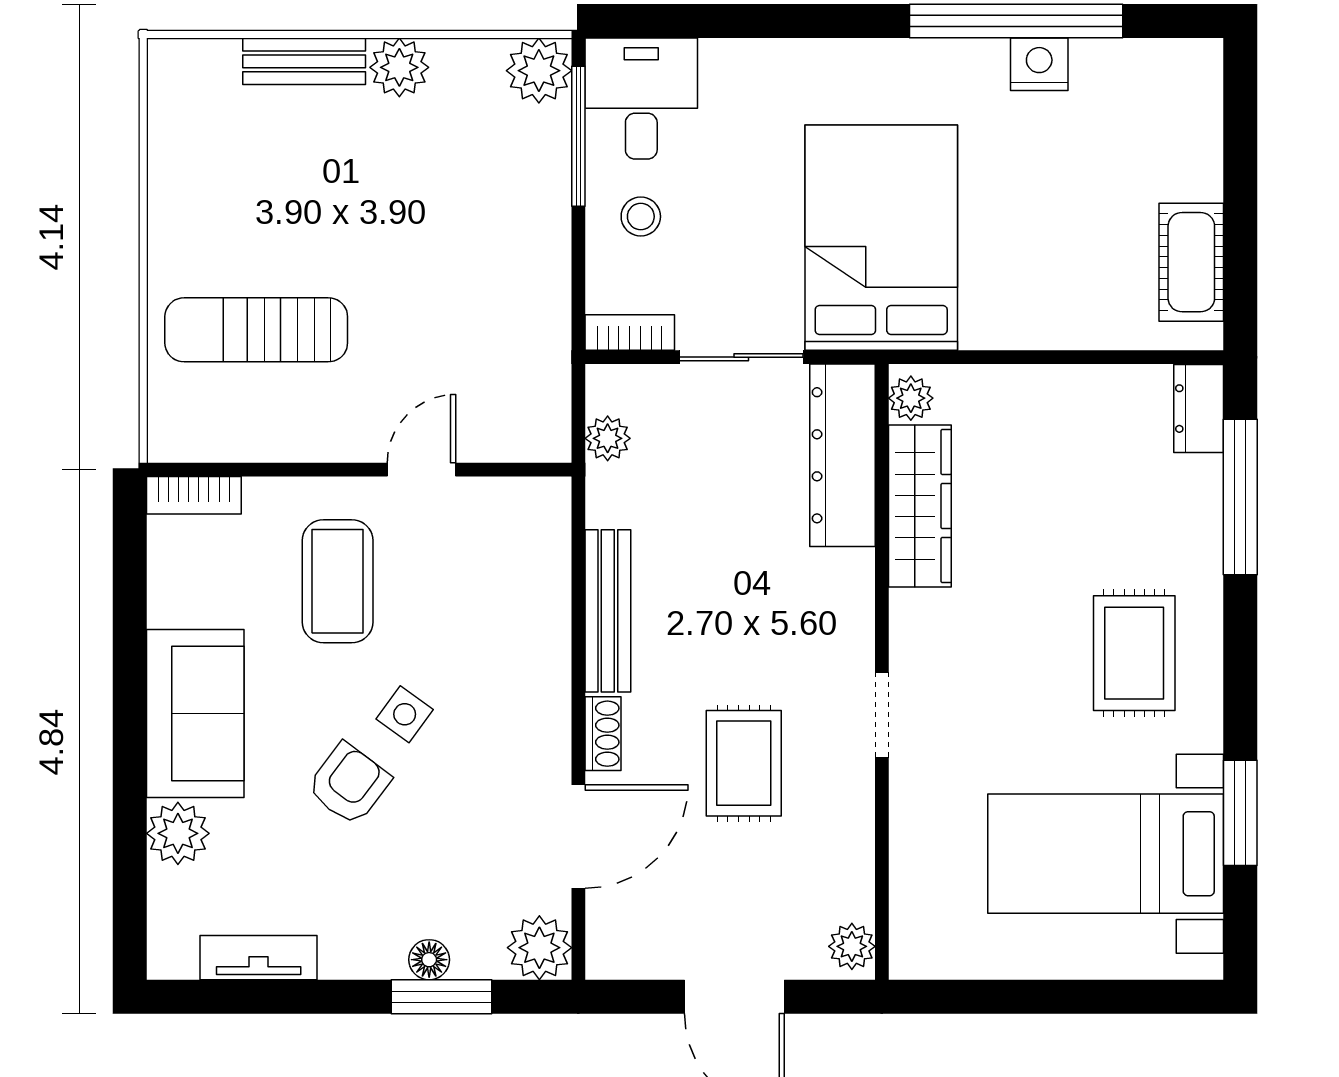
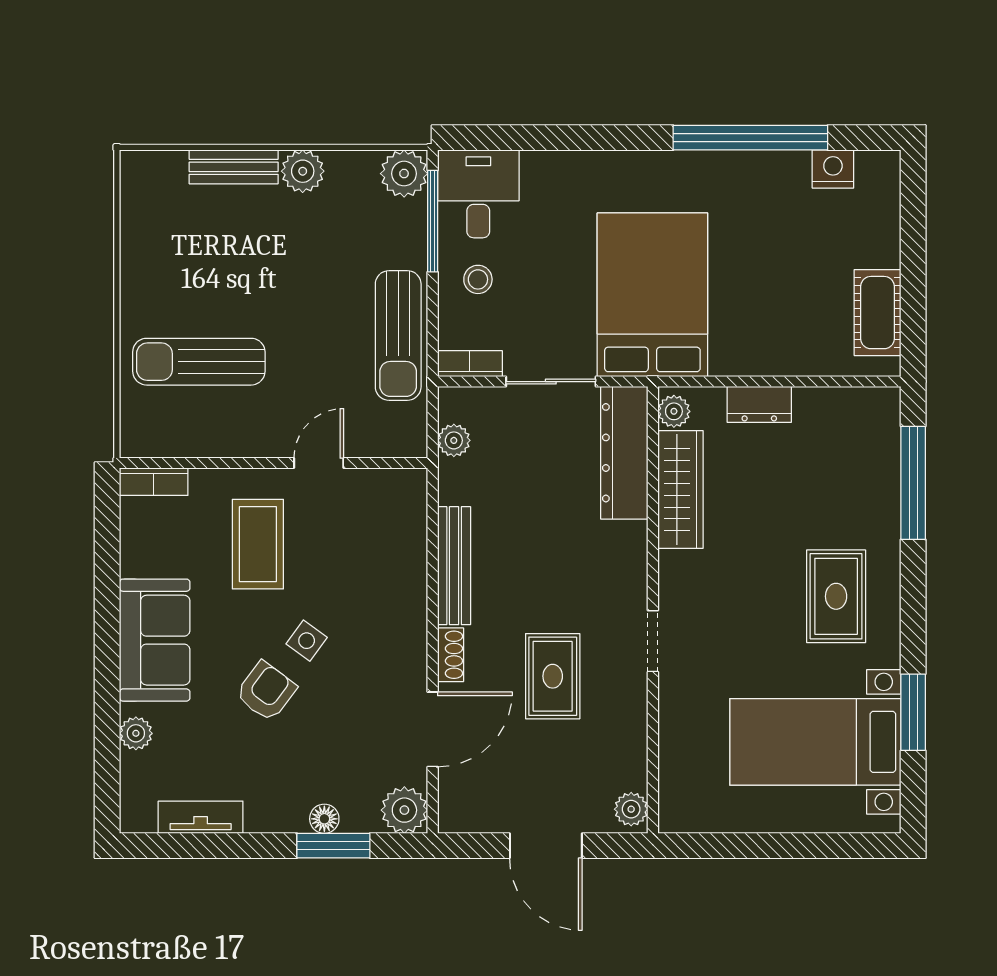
nightstand: (1039, 64) -> (833, 169), moved
sun lounger: (531, 294) -> (398, 335), added
dresser: (1199, 409) -> (759, 404), moved, turned -90
plant: (178, 833) -> (136, 733), width x0.73, depth x0.73

